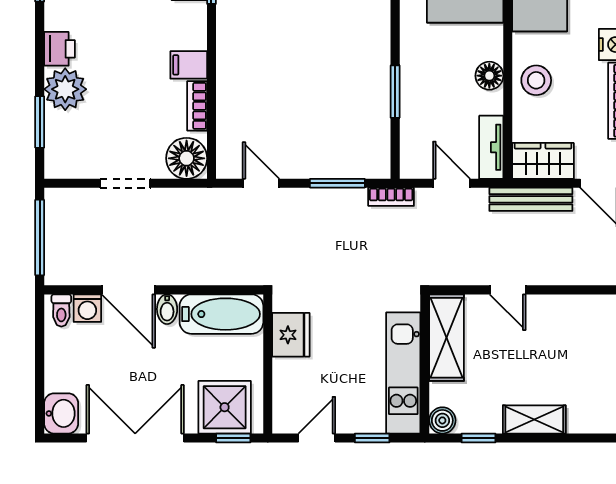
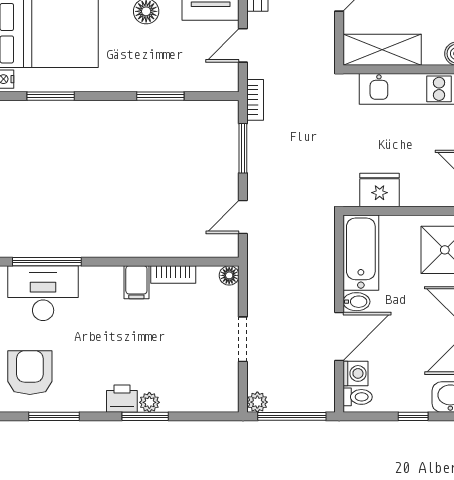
plant: (65, 89) -> (149, 402), width x0.53, depth x0.53
window: (40, 122) -> (145, 416), moved
floor lamp: (187, 158) -> (229, 275), width x0.53, depth x0.53
plant: (56, 199) -> (257, 402), added
window: (40, 372) -> (413, 416), added

